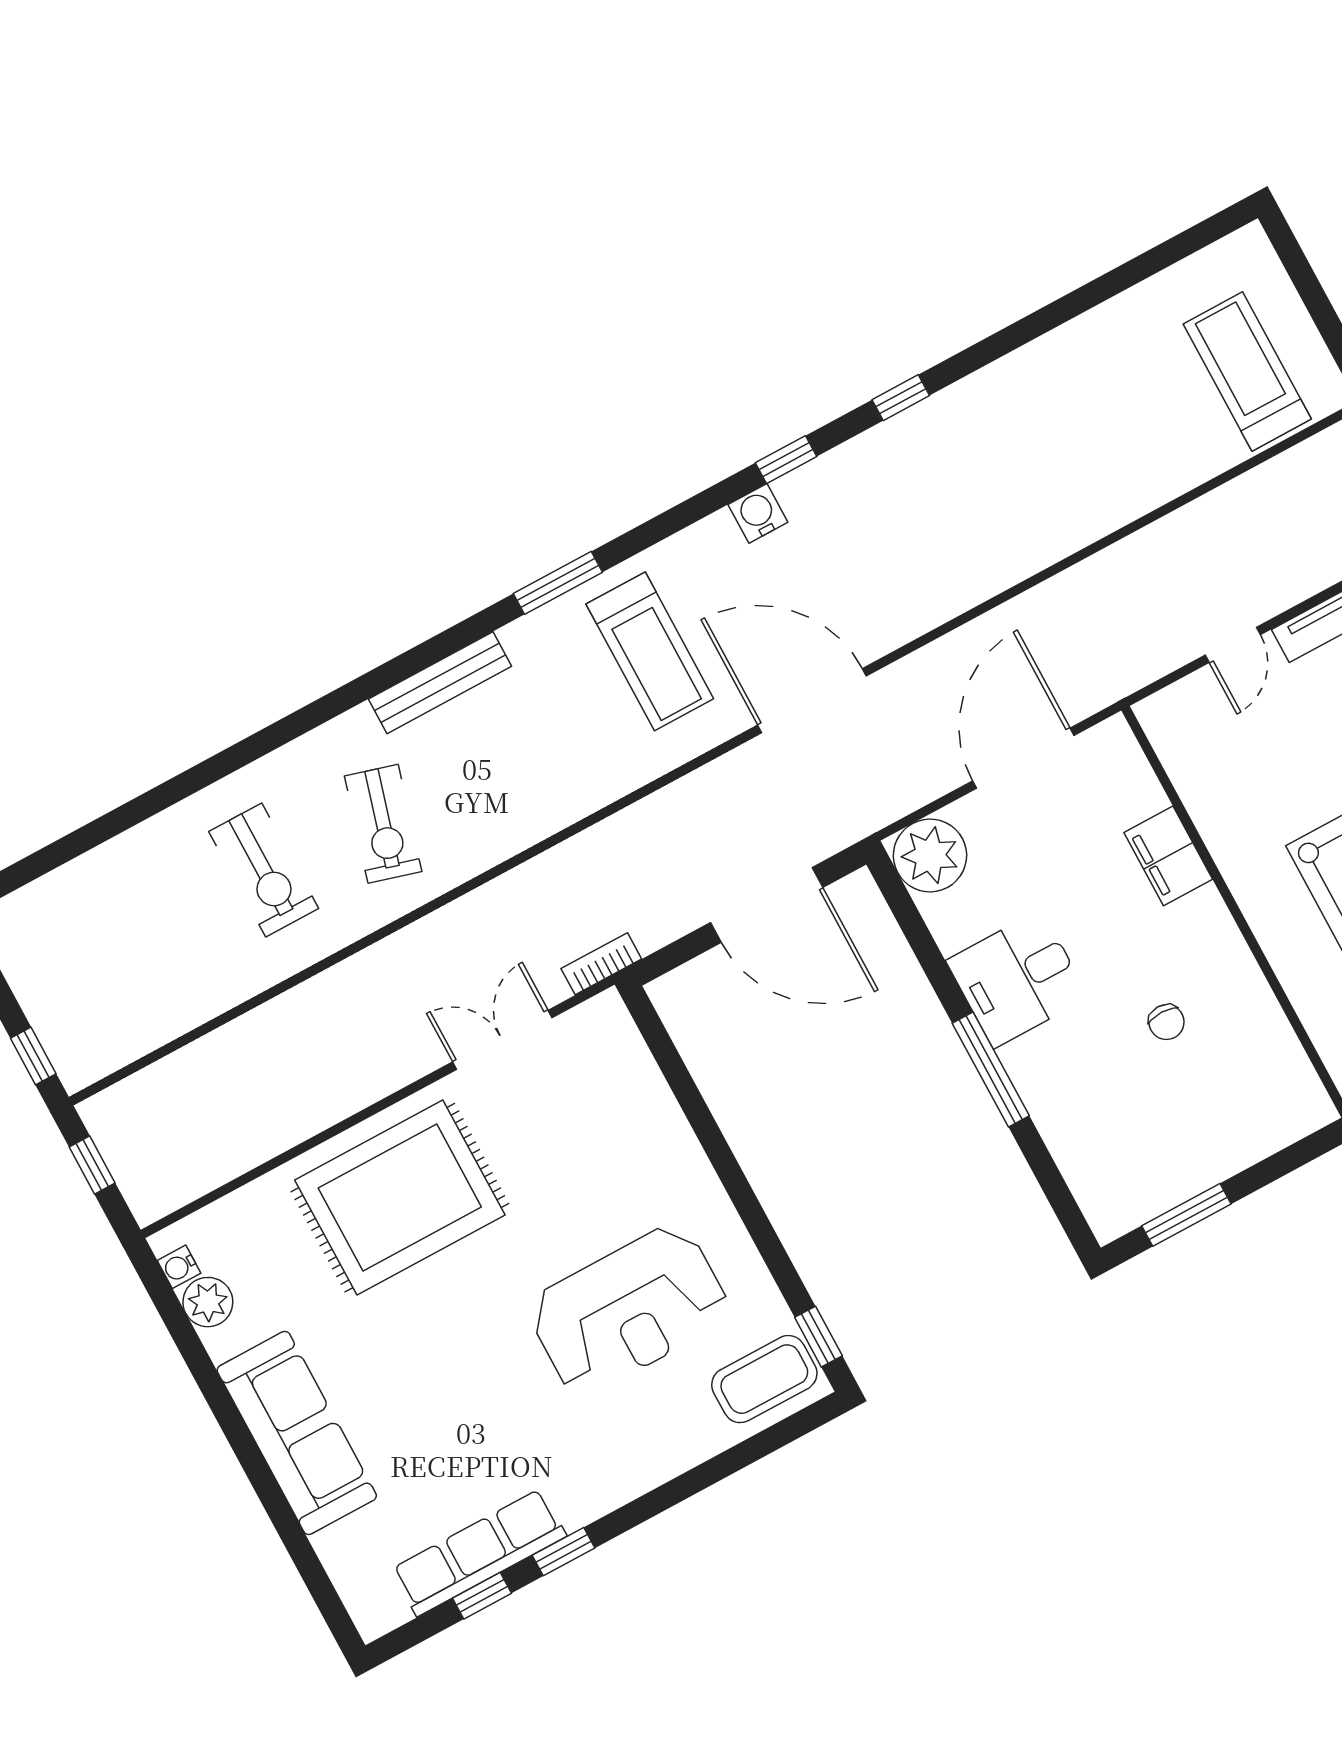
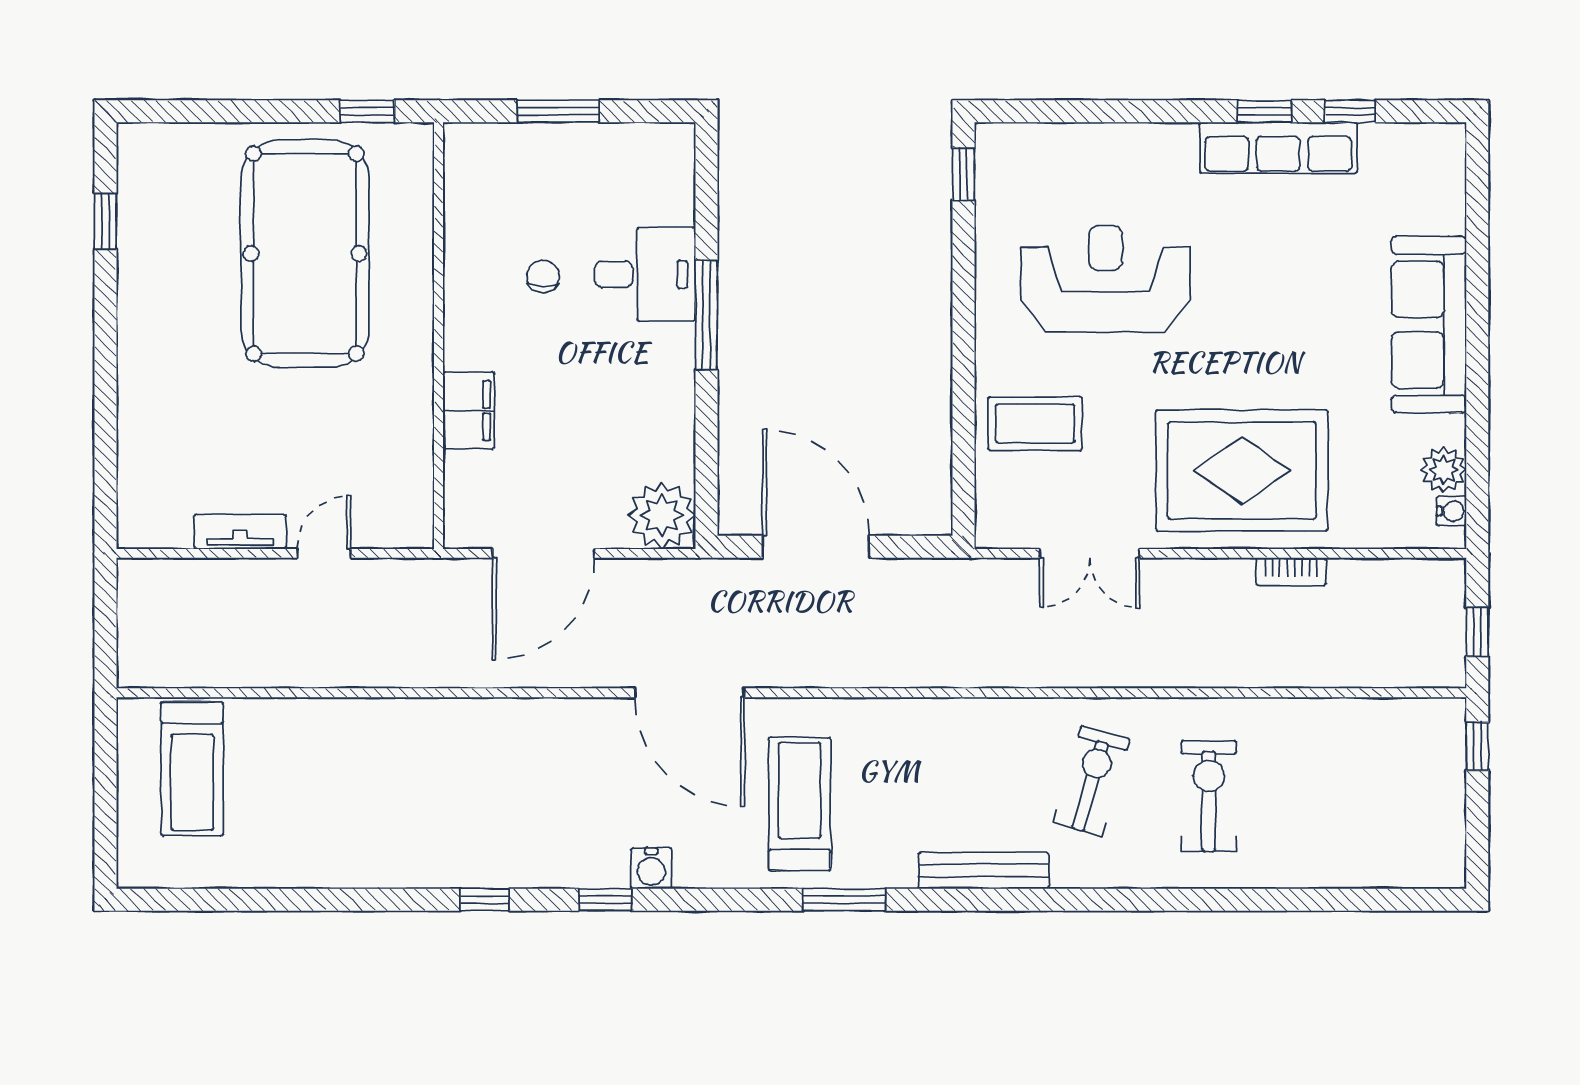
bookcase: (601, 964) -> (1291, 572), moved
desk: (1017, 979) -> (645, 274), moved
window: (1186, 1215) -> (558, 111), moved
coffee table: (764, 1379) -> (1035, 424), moved
row of seats: (479, 1553) -> (1278, 148), moved

